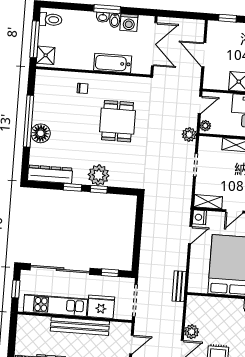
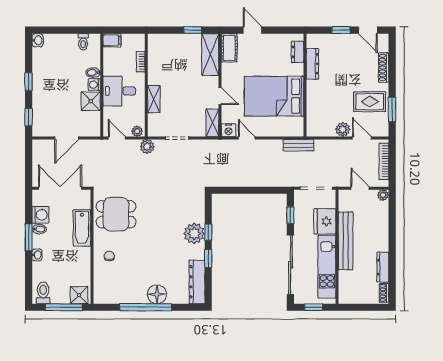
washbasin: (103, 17) -> (37, 255), moved
dining table: (118, 121) -> (116, 214), moved

